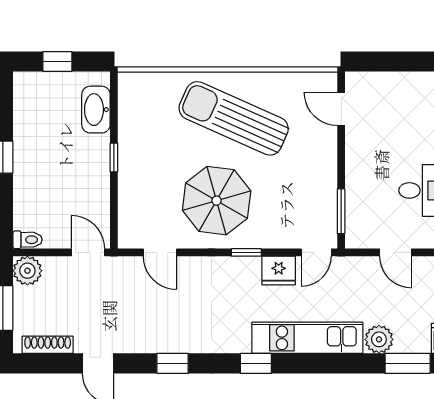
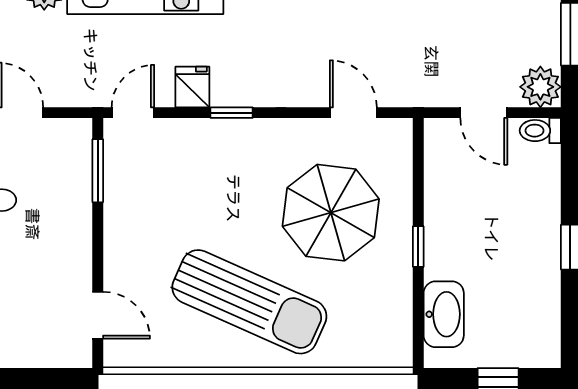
parasol: (217, 201) -> (331, 213), moved
door: (88, 252) -> (484, 113), moved
fridge: (279, 271) -> (192, 87), width x0.72

